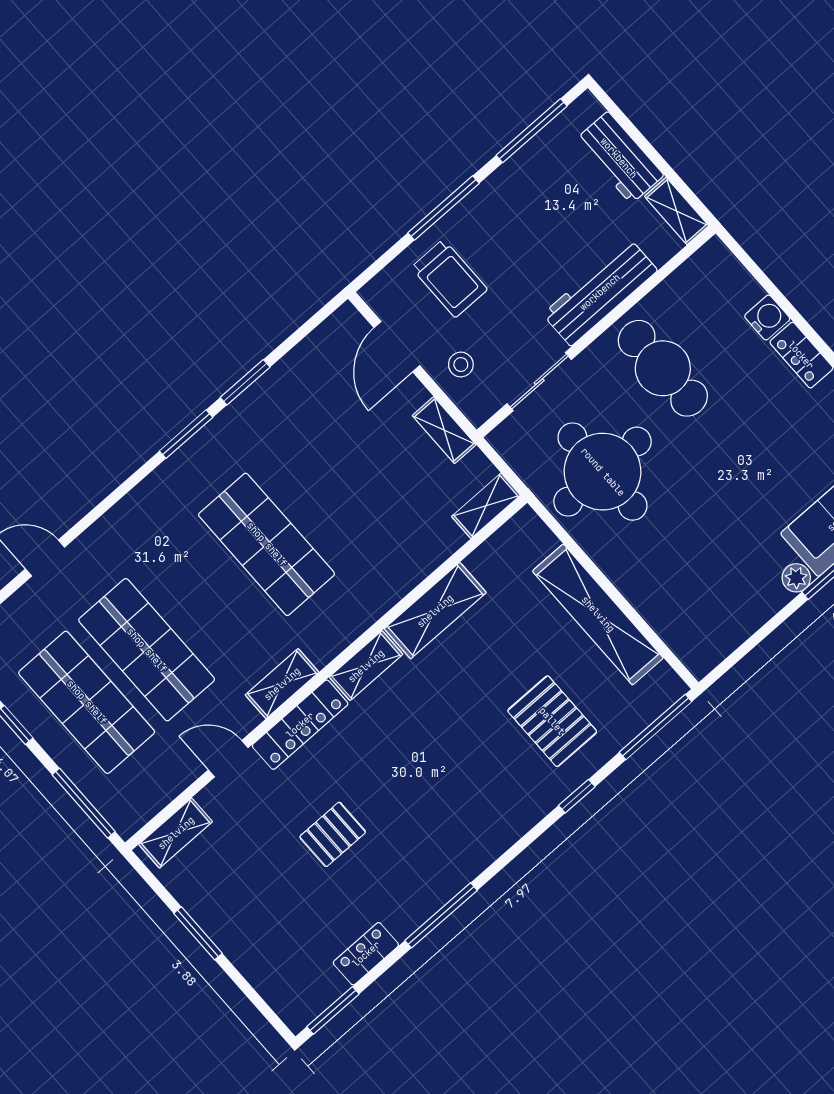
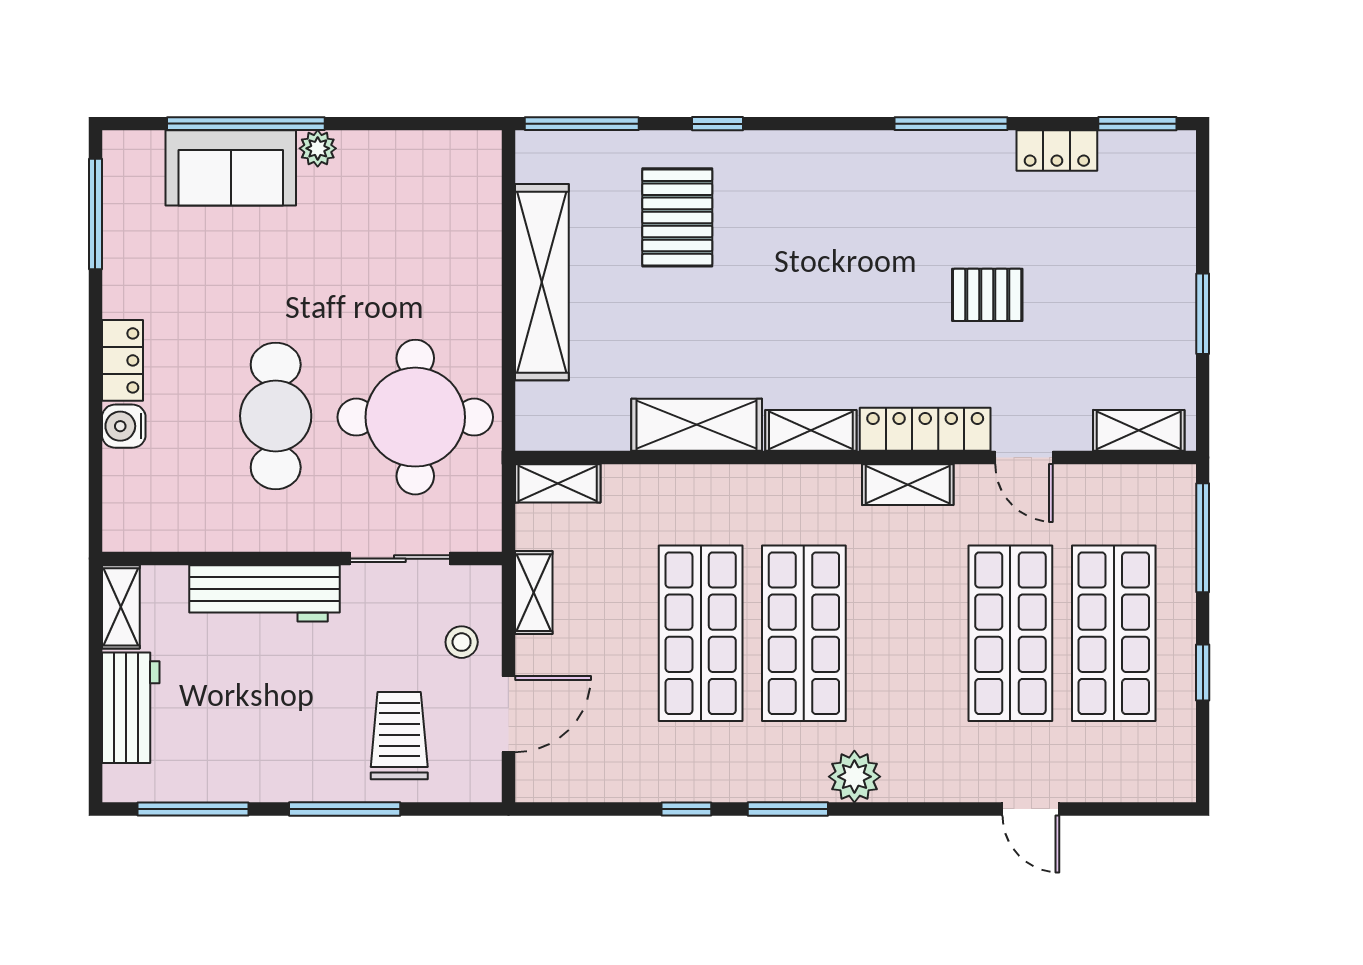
cafe table: (663, 368) -> (276, 416), moved
window: (245, 382) -> (686, 809), width x0.67
plant: (164, 487) -> (854, 777), added
shop shelf: (326, 492) -> (701, 633), added

